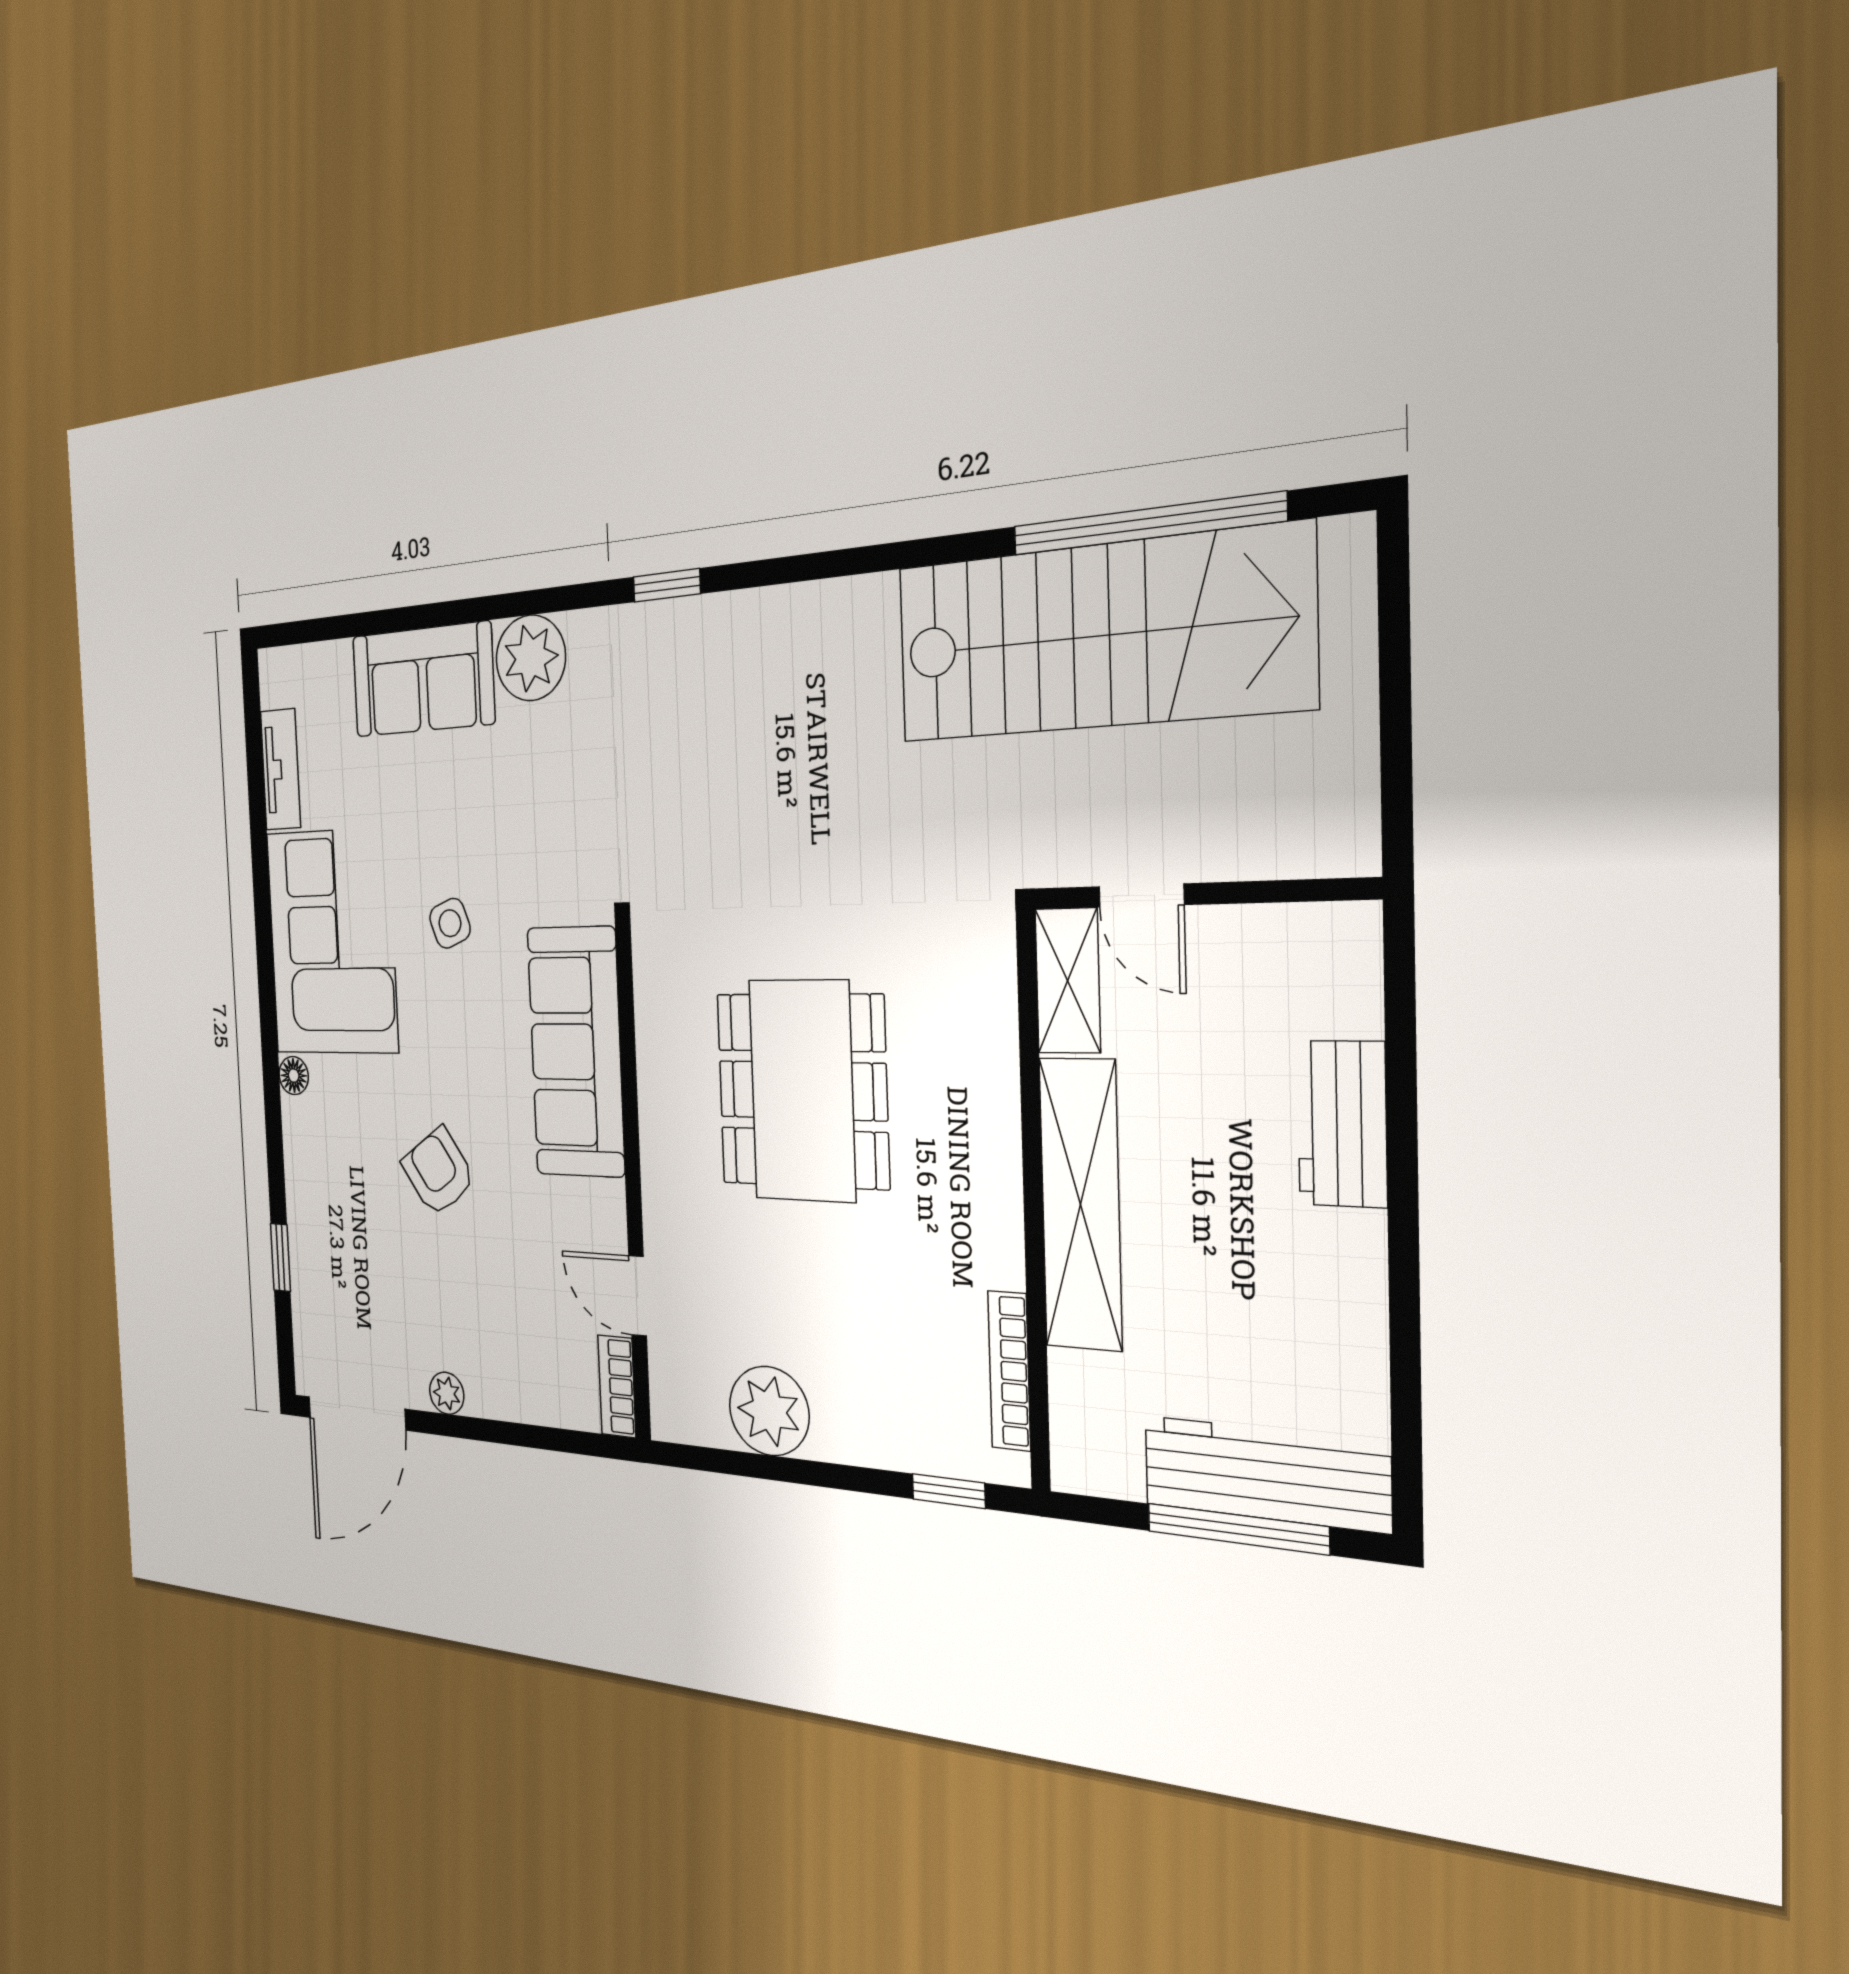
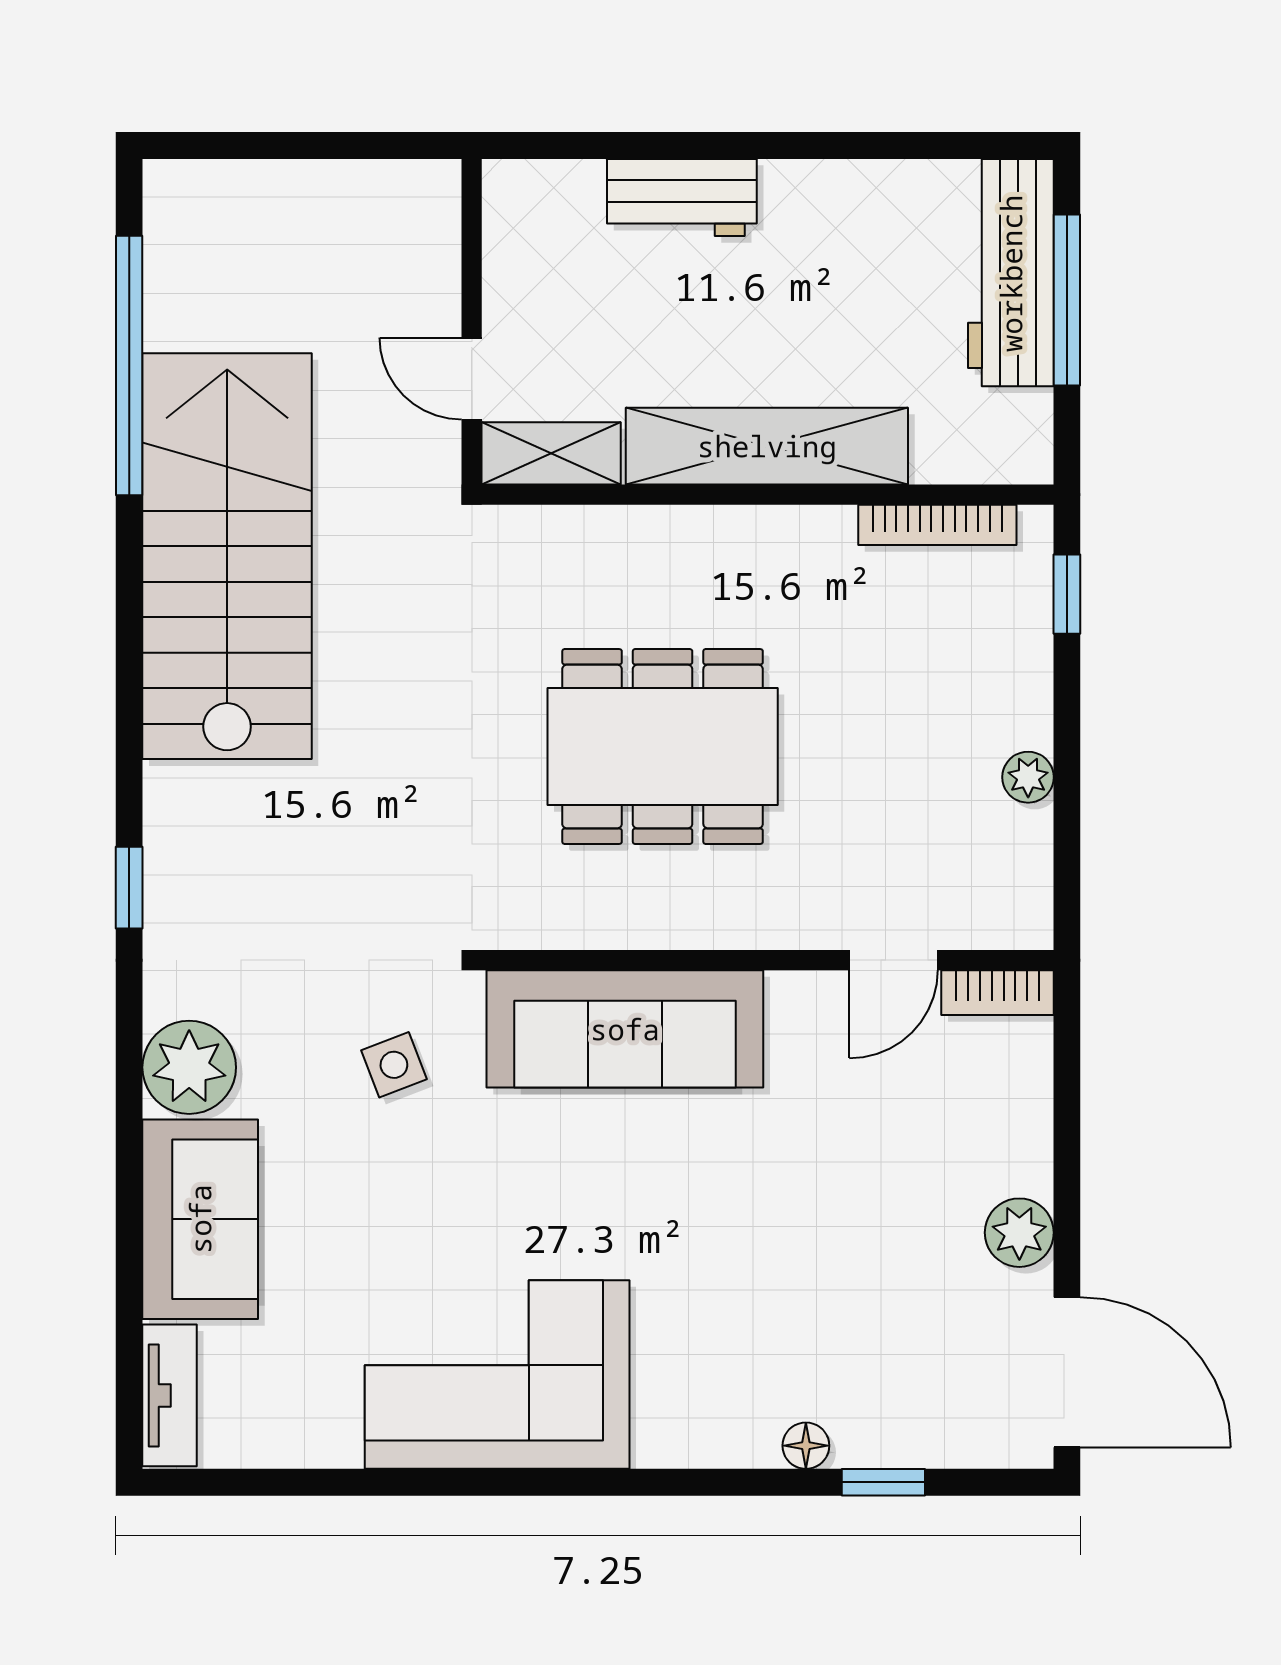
stairs: (1099, 636) -> (227, 556), moved
tv unit: (280, 769) -> (170, 1395), moved, turned 90
door: (1141, 896) -> (472, 379), swing flipped
side table: (450, 923) -> (394, 1065), moved
floor lamp: (294, 1076) -> (806, 1446), moved
armchair: (438, 1172) -> (767, 1230), removed
plant: (447, 1393) -> (1019, 1233), width x1.38, depth x1.38
plant: (769, 1411) -> (1028, 777), width x0.53, depth x0.53

